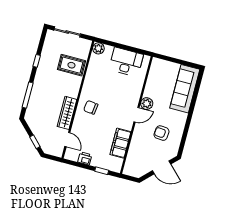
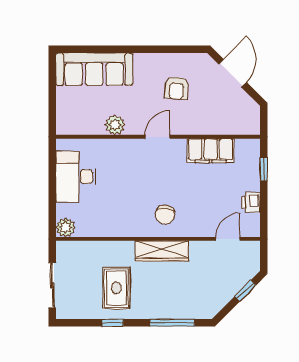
rug: (71, 65) -> (116, 288), moved
plant: (147, 104) -> (115, 125), moved
wardrobe: (67, 113) -> (162, 251), moved
door: (136, 115) -> (157, 137), hinge flipped

